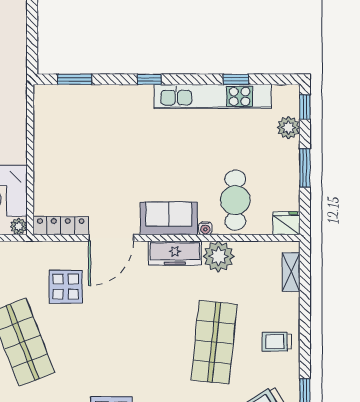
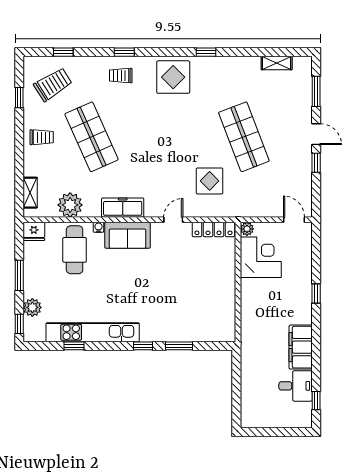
window: (75, 79) -> (179, 346), moved
door: (111, 238) -> (173, 220), width x0.53
plant: (219, 256) -> (70, 205), moved
shop shelf: (214, 342) -> (91, 137), turned -30

